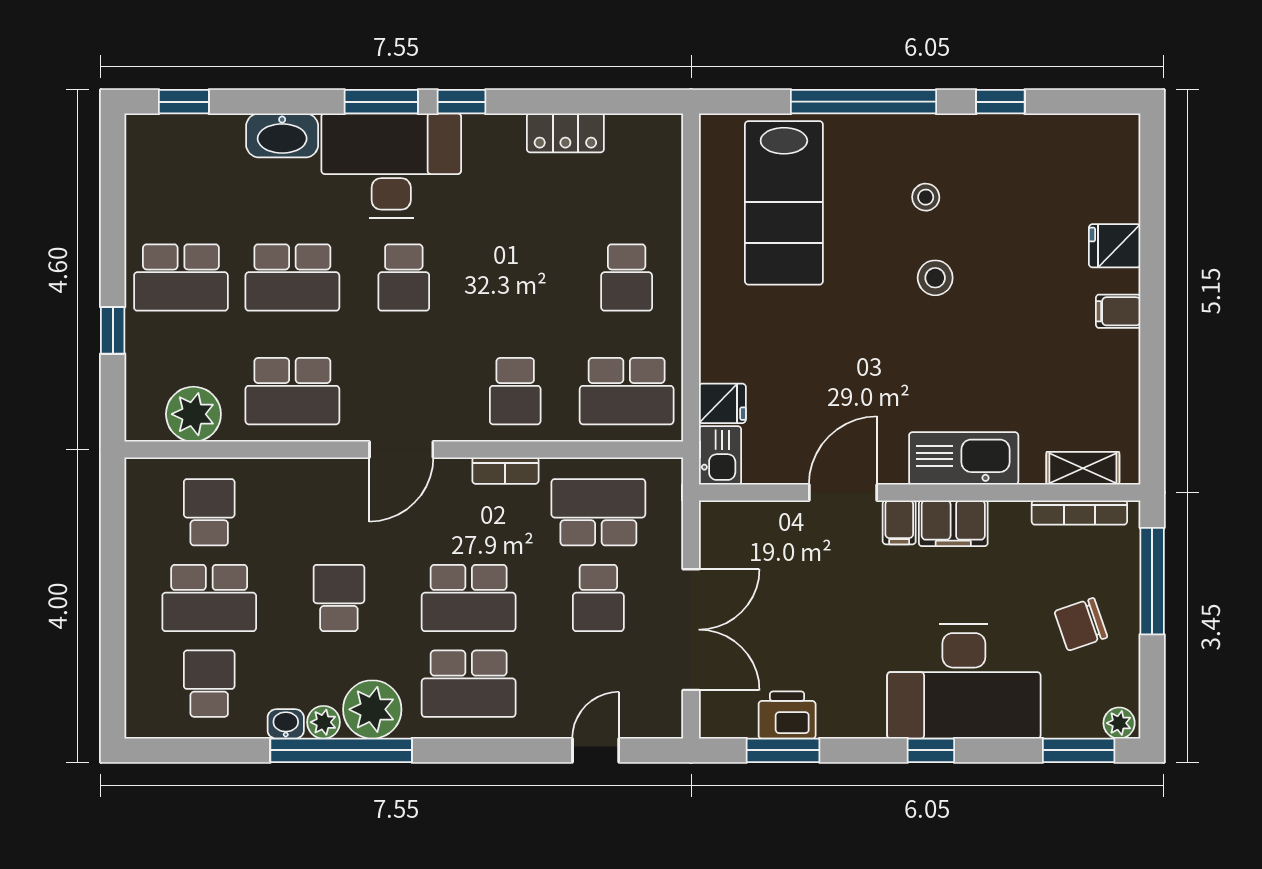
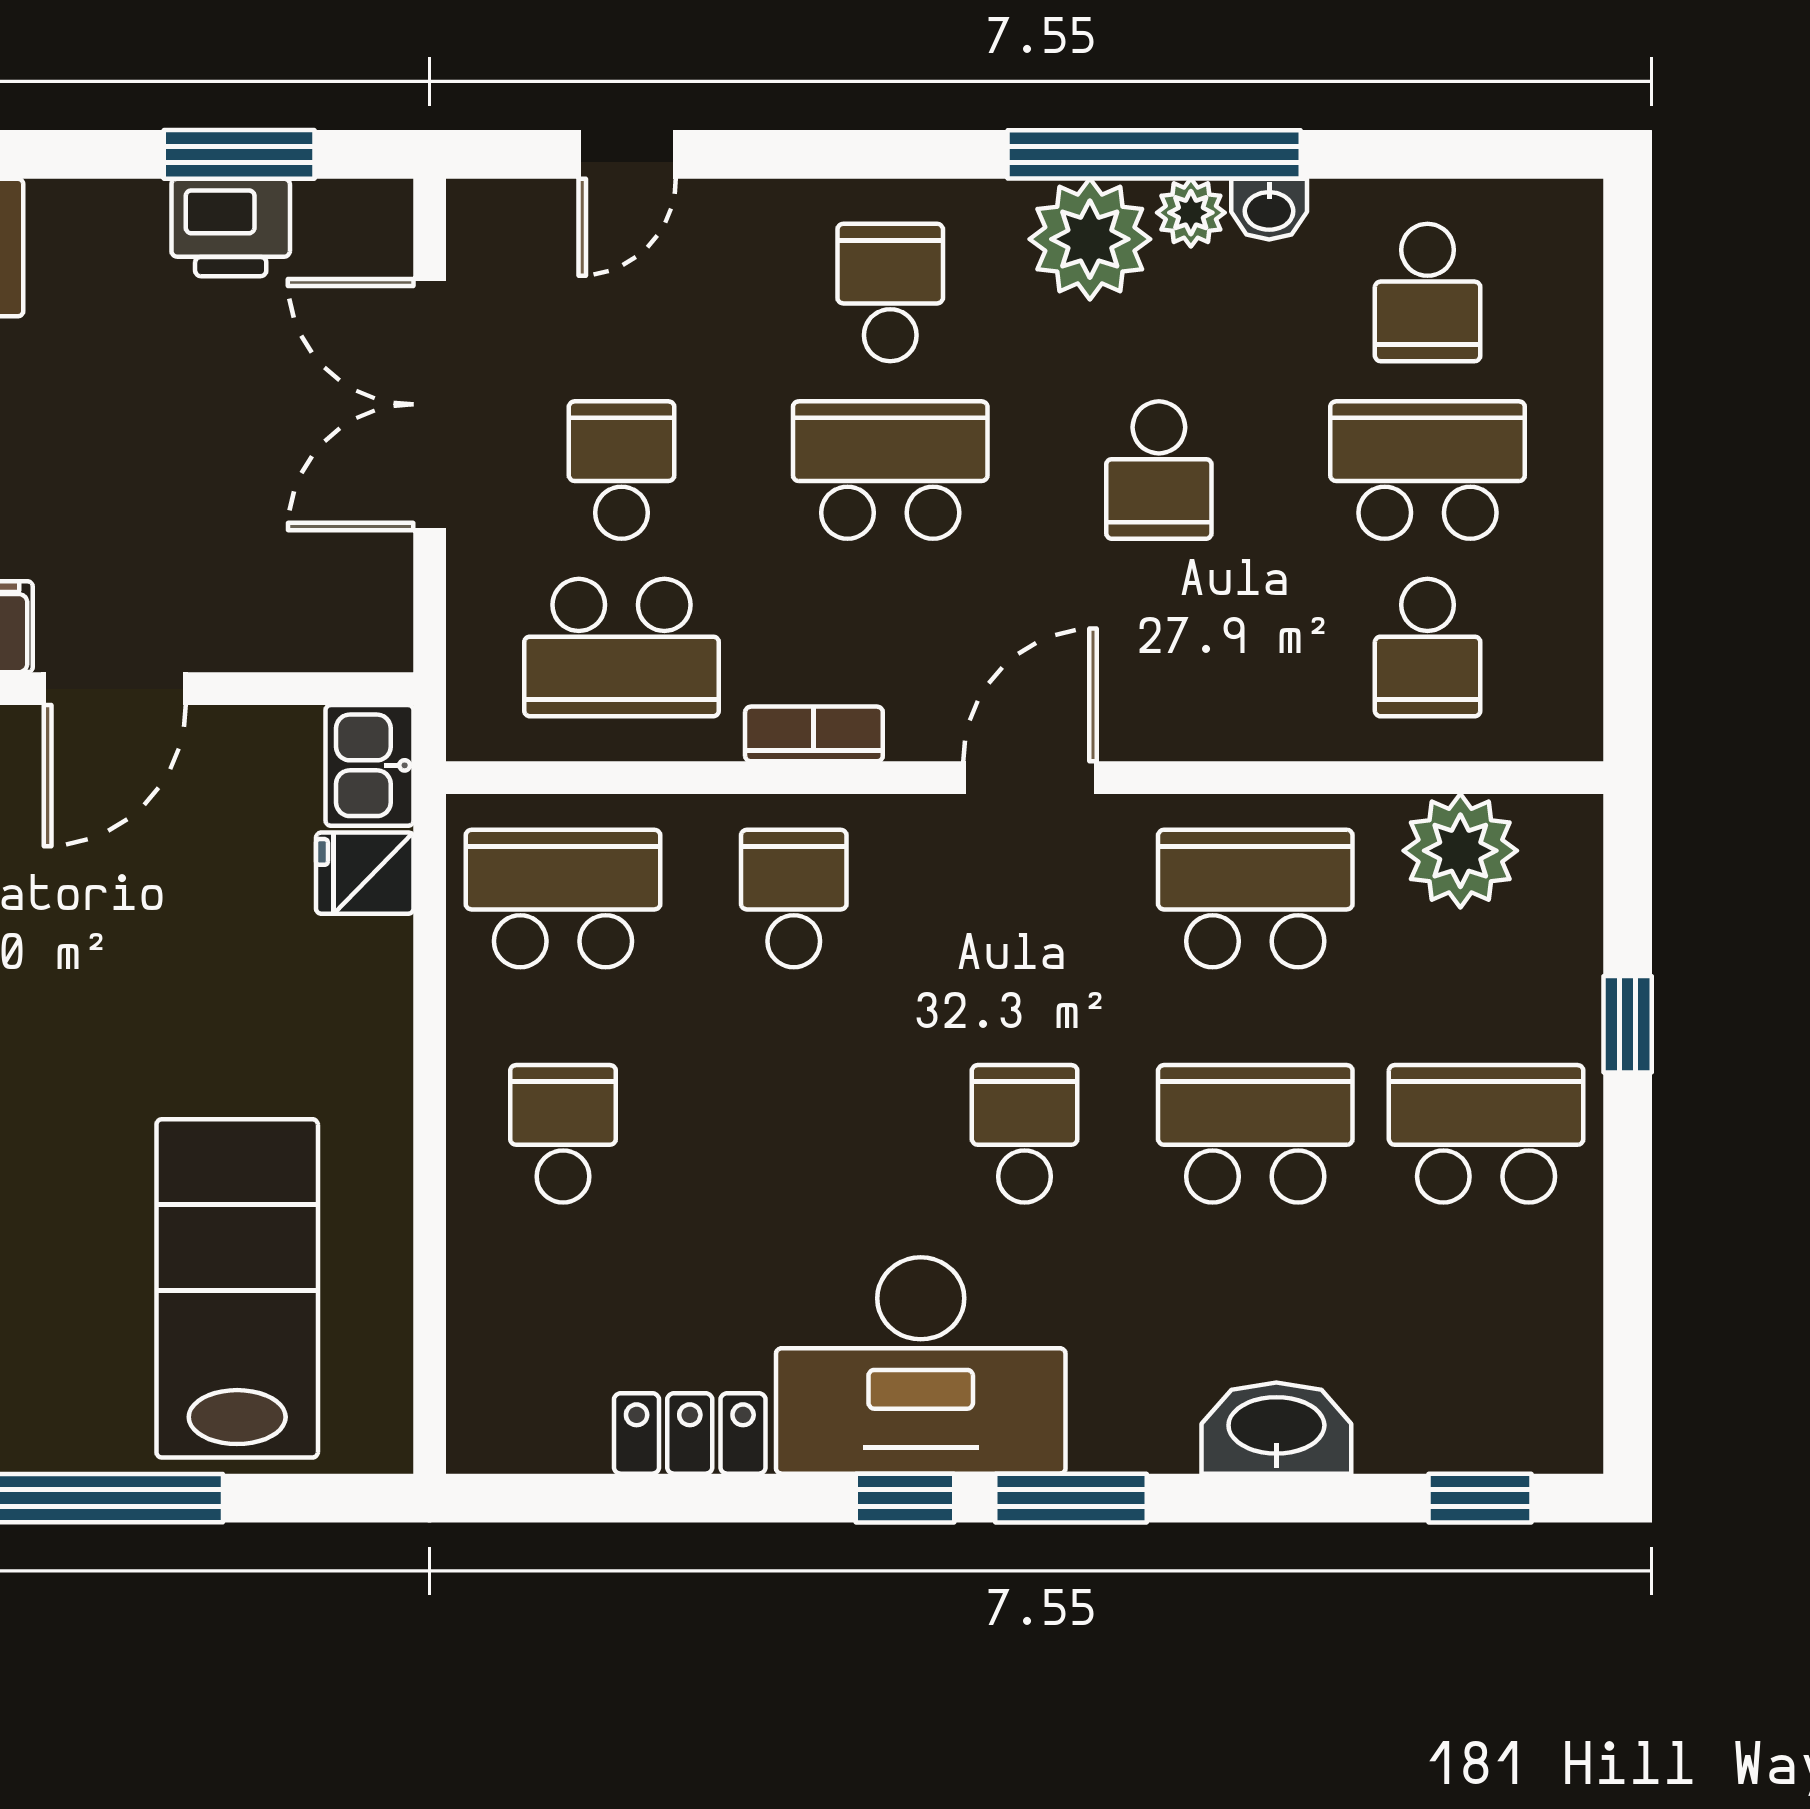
desk: (391, 166) -> (921, 1365), moved
school desk: (469, 684) -> (890, 293), width x0.54

